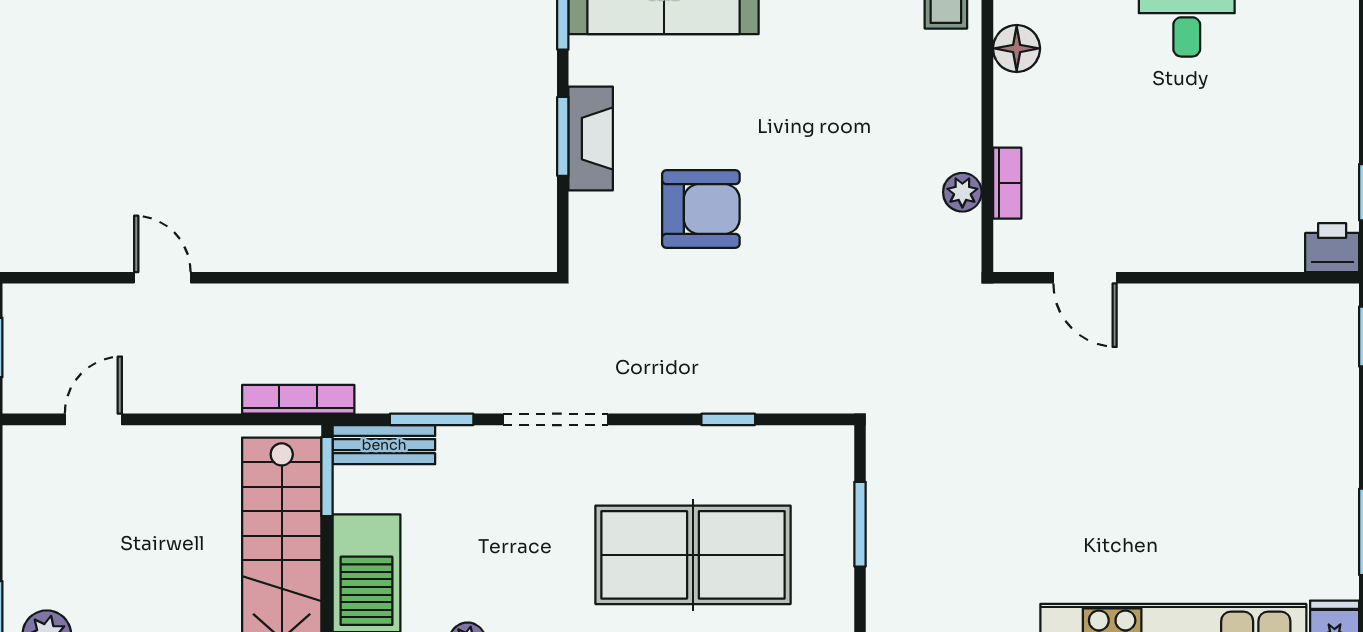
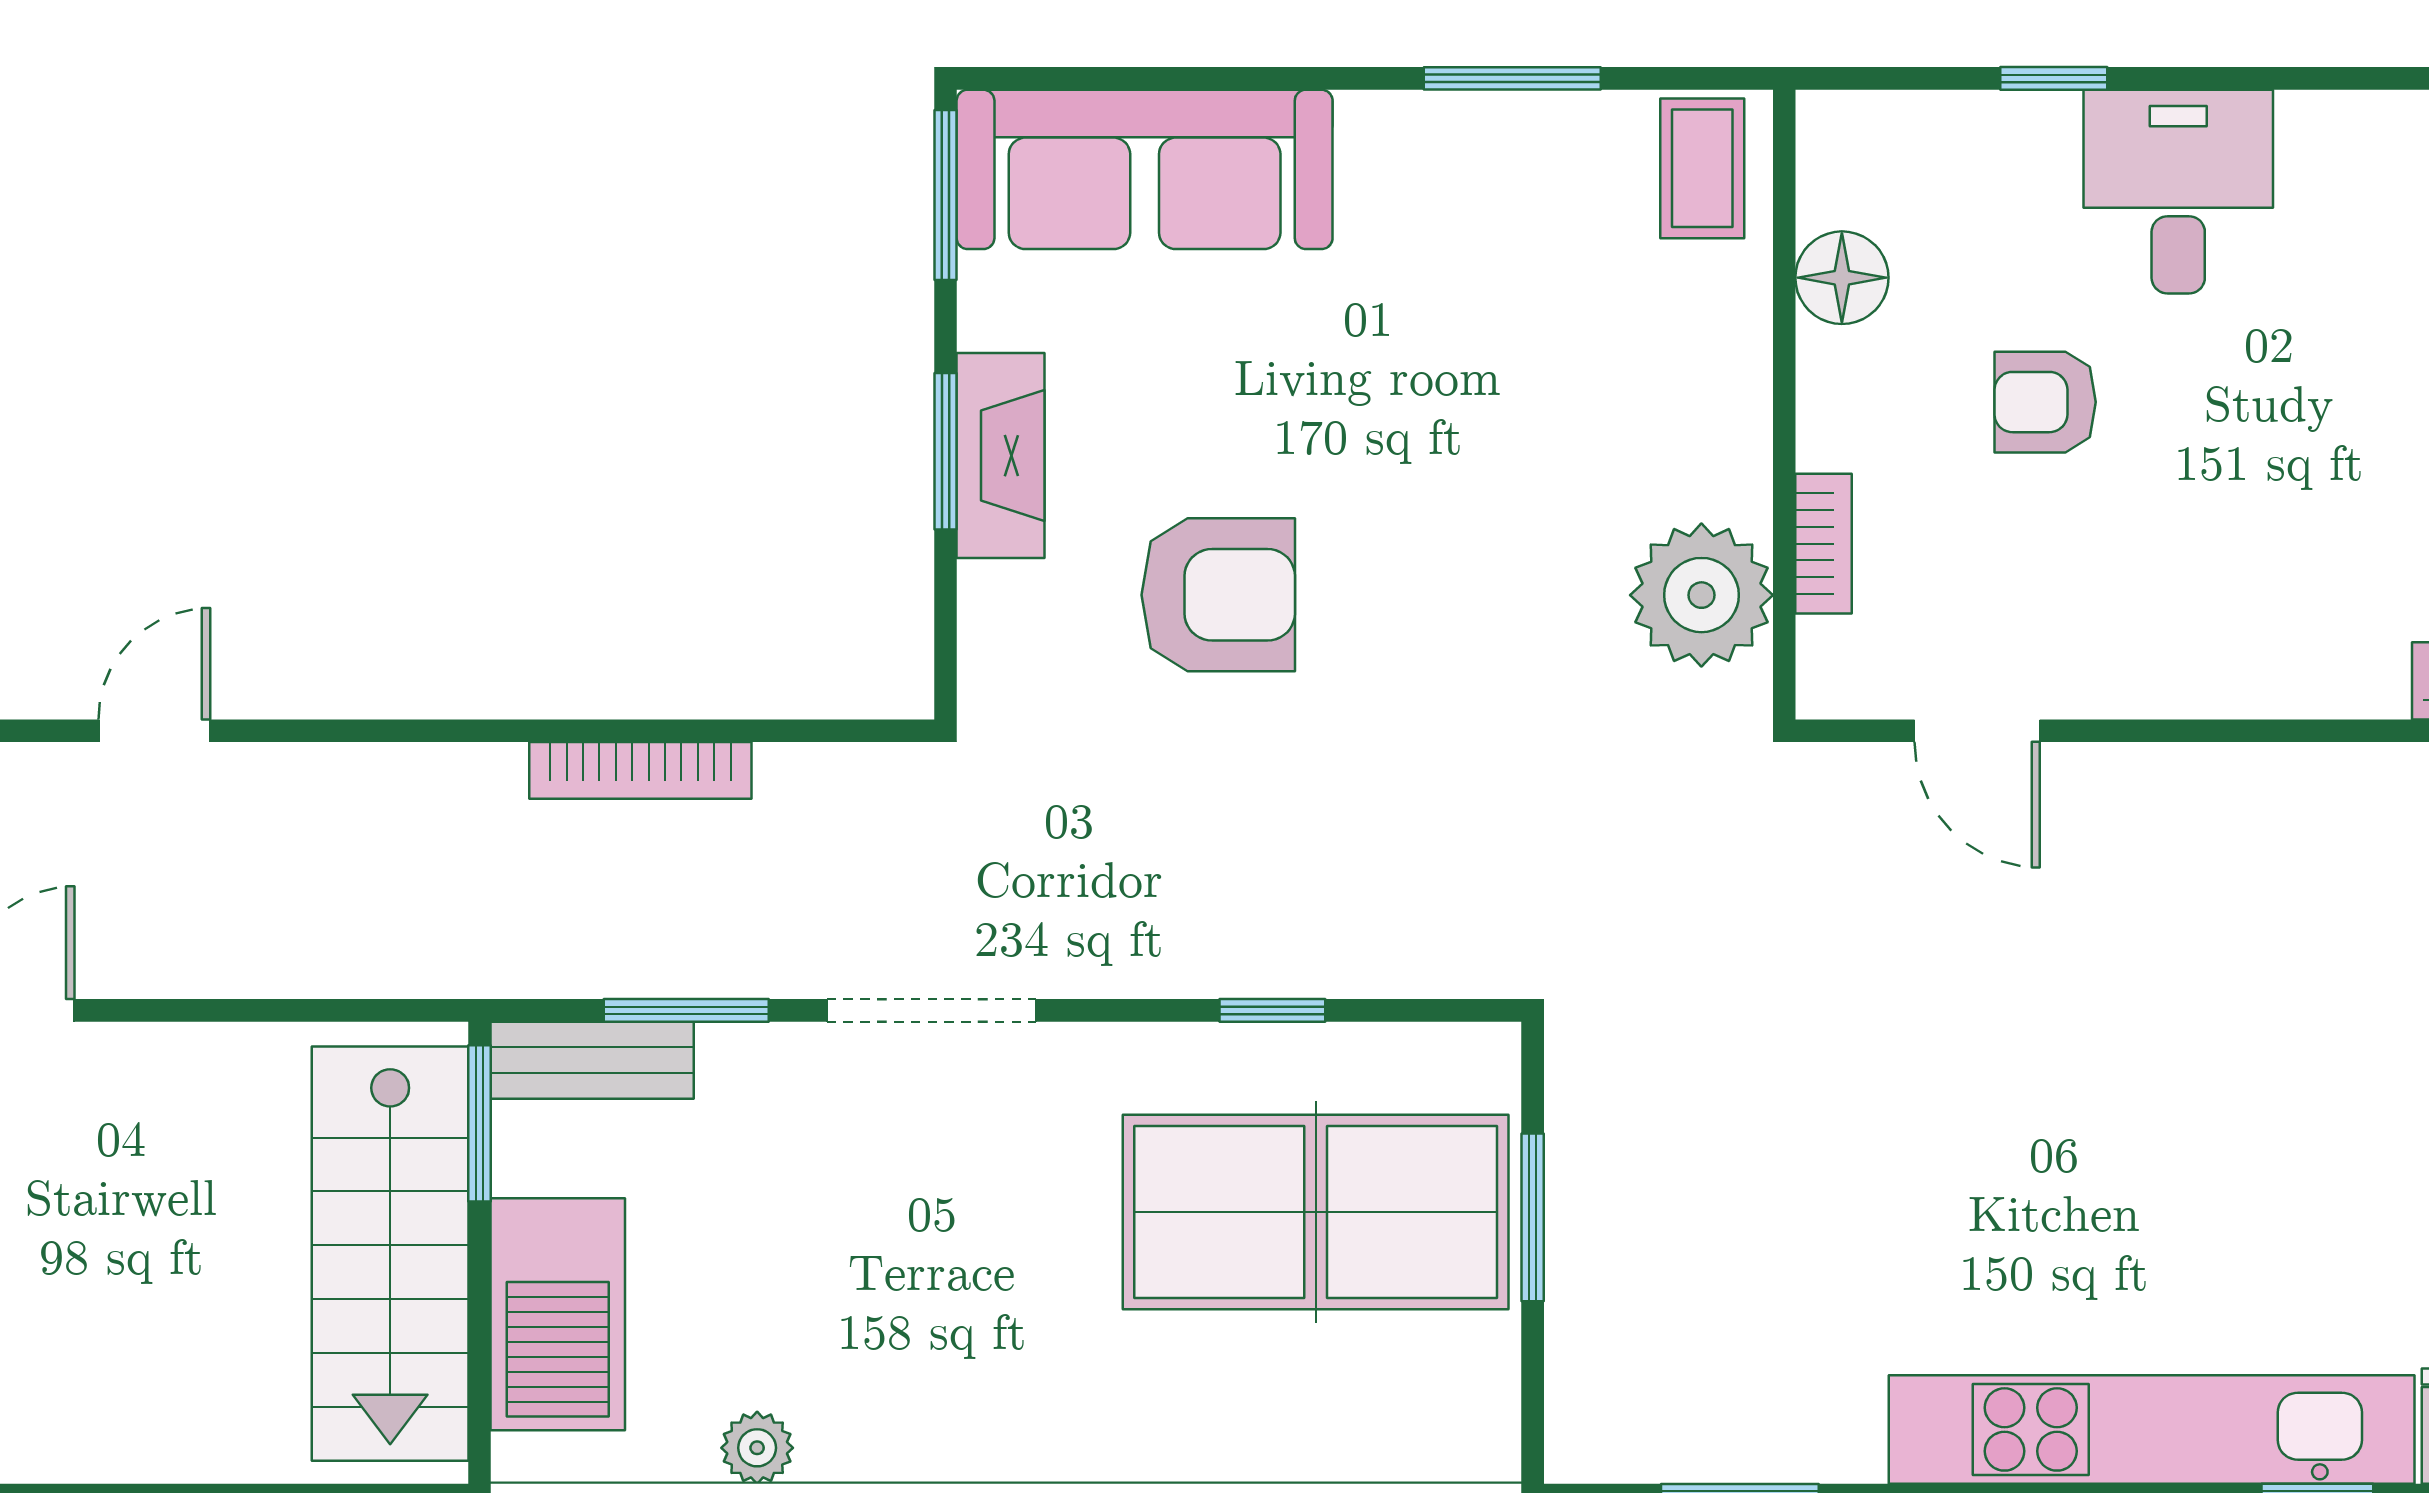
armchair: (1119, 111) -> (2045, 402), added
plant: (962, 192) -> (1701, 595), width x1.88, depth x1.88
door: (162, 278) -> (154, 731), hinge flipped
bookcase: (298, 399) -> (640, 770), moved, turned 180
table tennis table: (693, 555) -> (1316, 1212), moved

